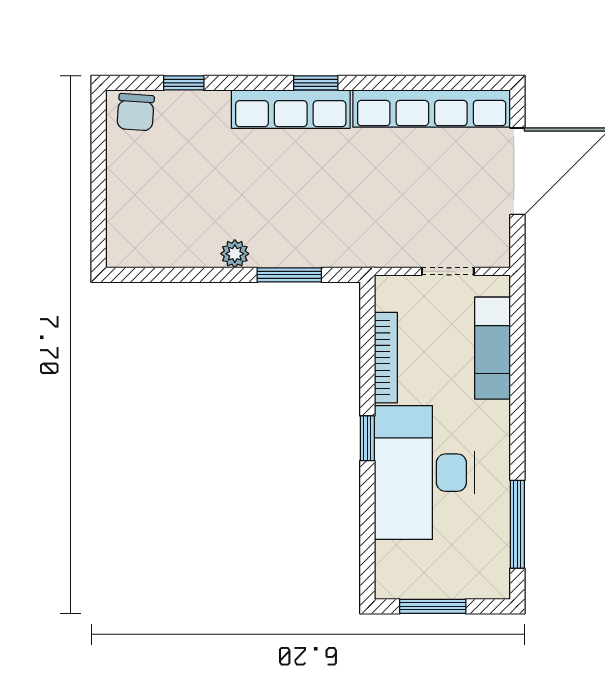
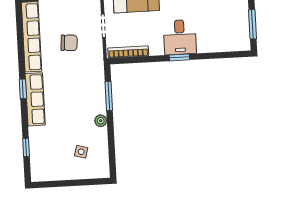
chair: (136, 112) -> (69, 43), moved
side table: (167, 206) -> (81, 152), added
bookcase: (386, 358) -> (128, 52), moved
desk: (424, 473) -> (180, 37), width x0.53, depth x0.77

